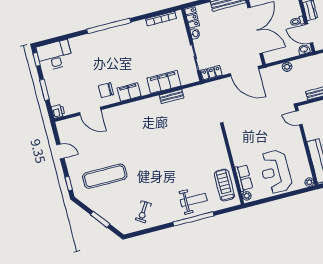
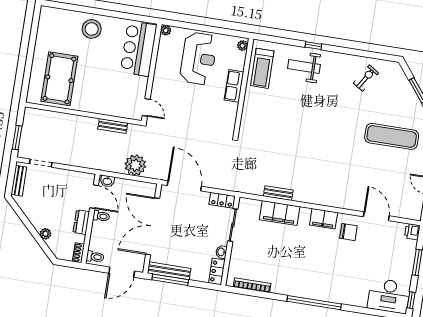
plant: (287, 67) -> (135, 165), width x1.88, depth x1.88
row of seats: (244, 178) -> (234, 86), moved
window: (193, 219) -> (313, 46), width x0.32

